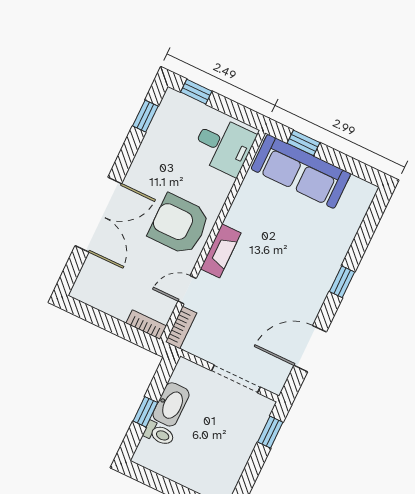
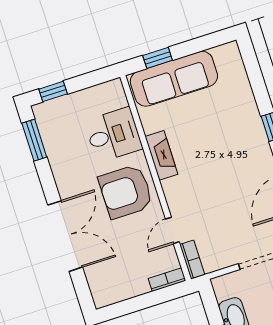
window: (145, 116) -> (34, 140), width x1.50
desk: (224, 145) -> (113, 135), moved
fireplace: (221, 251) -> (161, 155), moved

